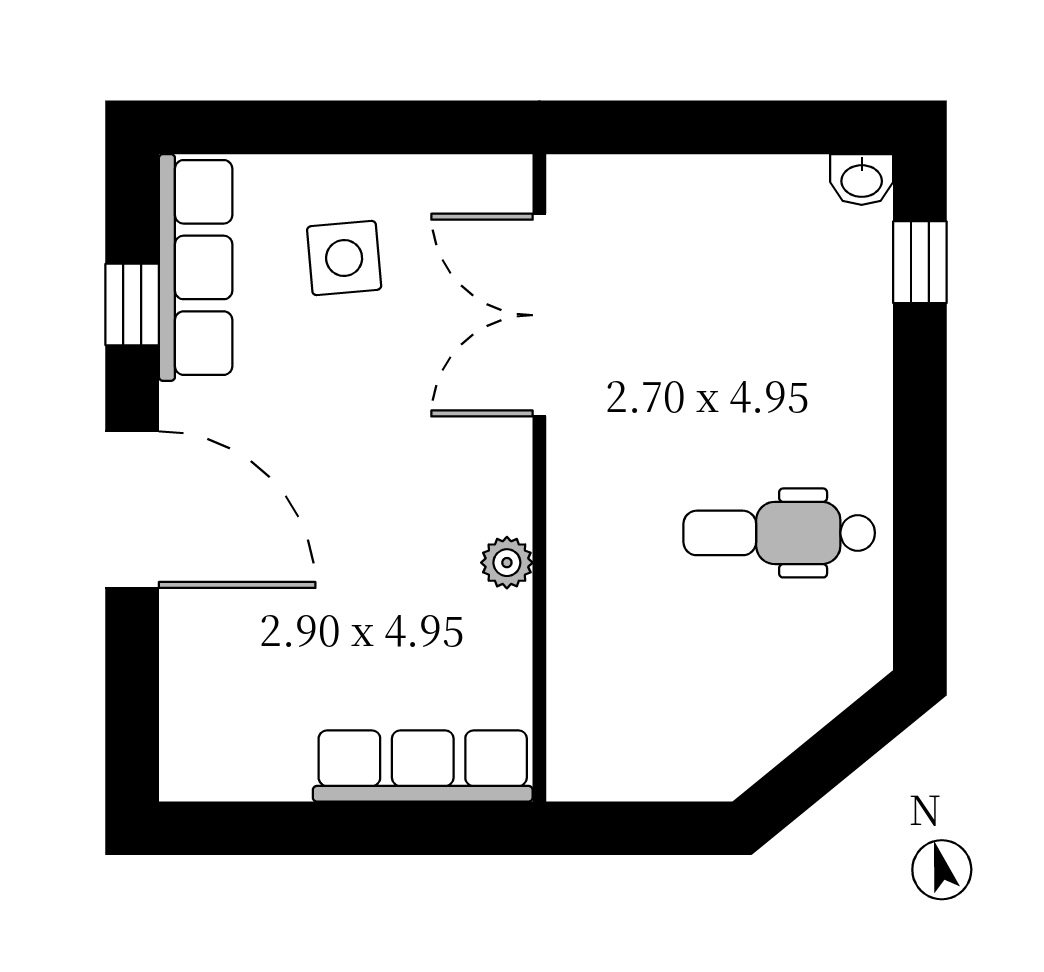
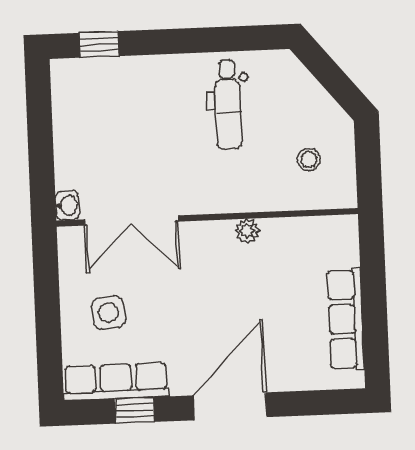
washbasin: (862, 180) -> (67, 205), moved
stool: (654, 701) -> (309, 160), added
row of seats: (423, 766) -> (346, 319), moved

